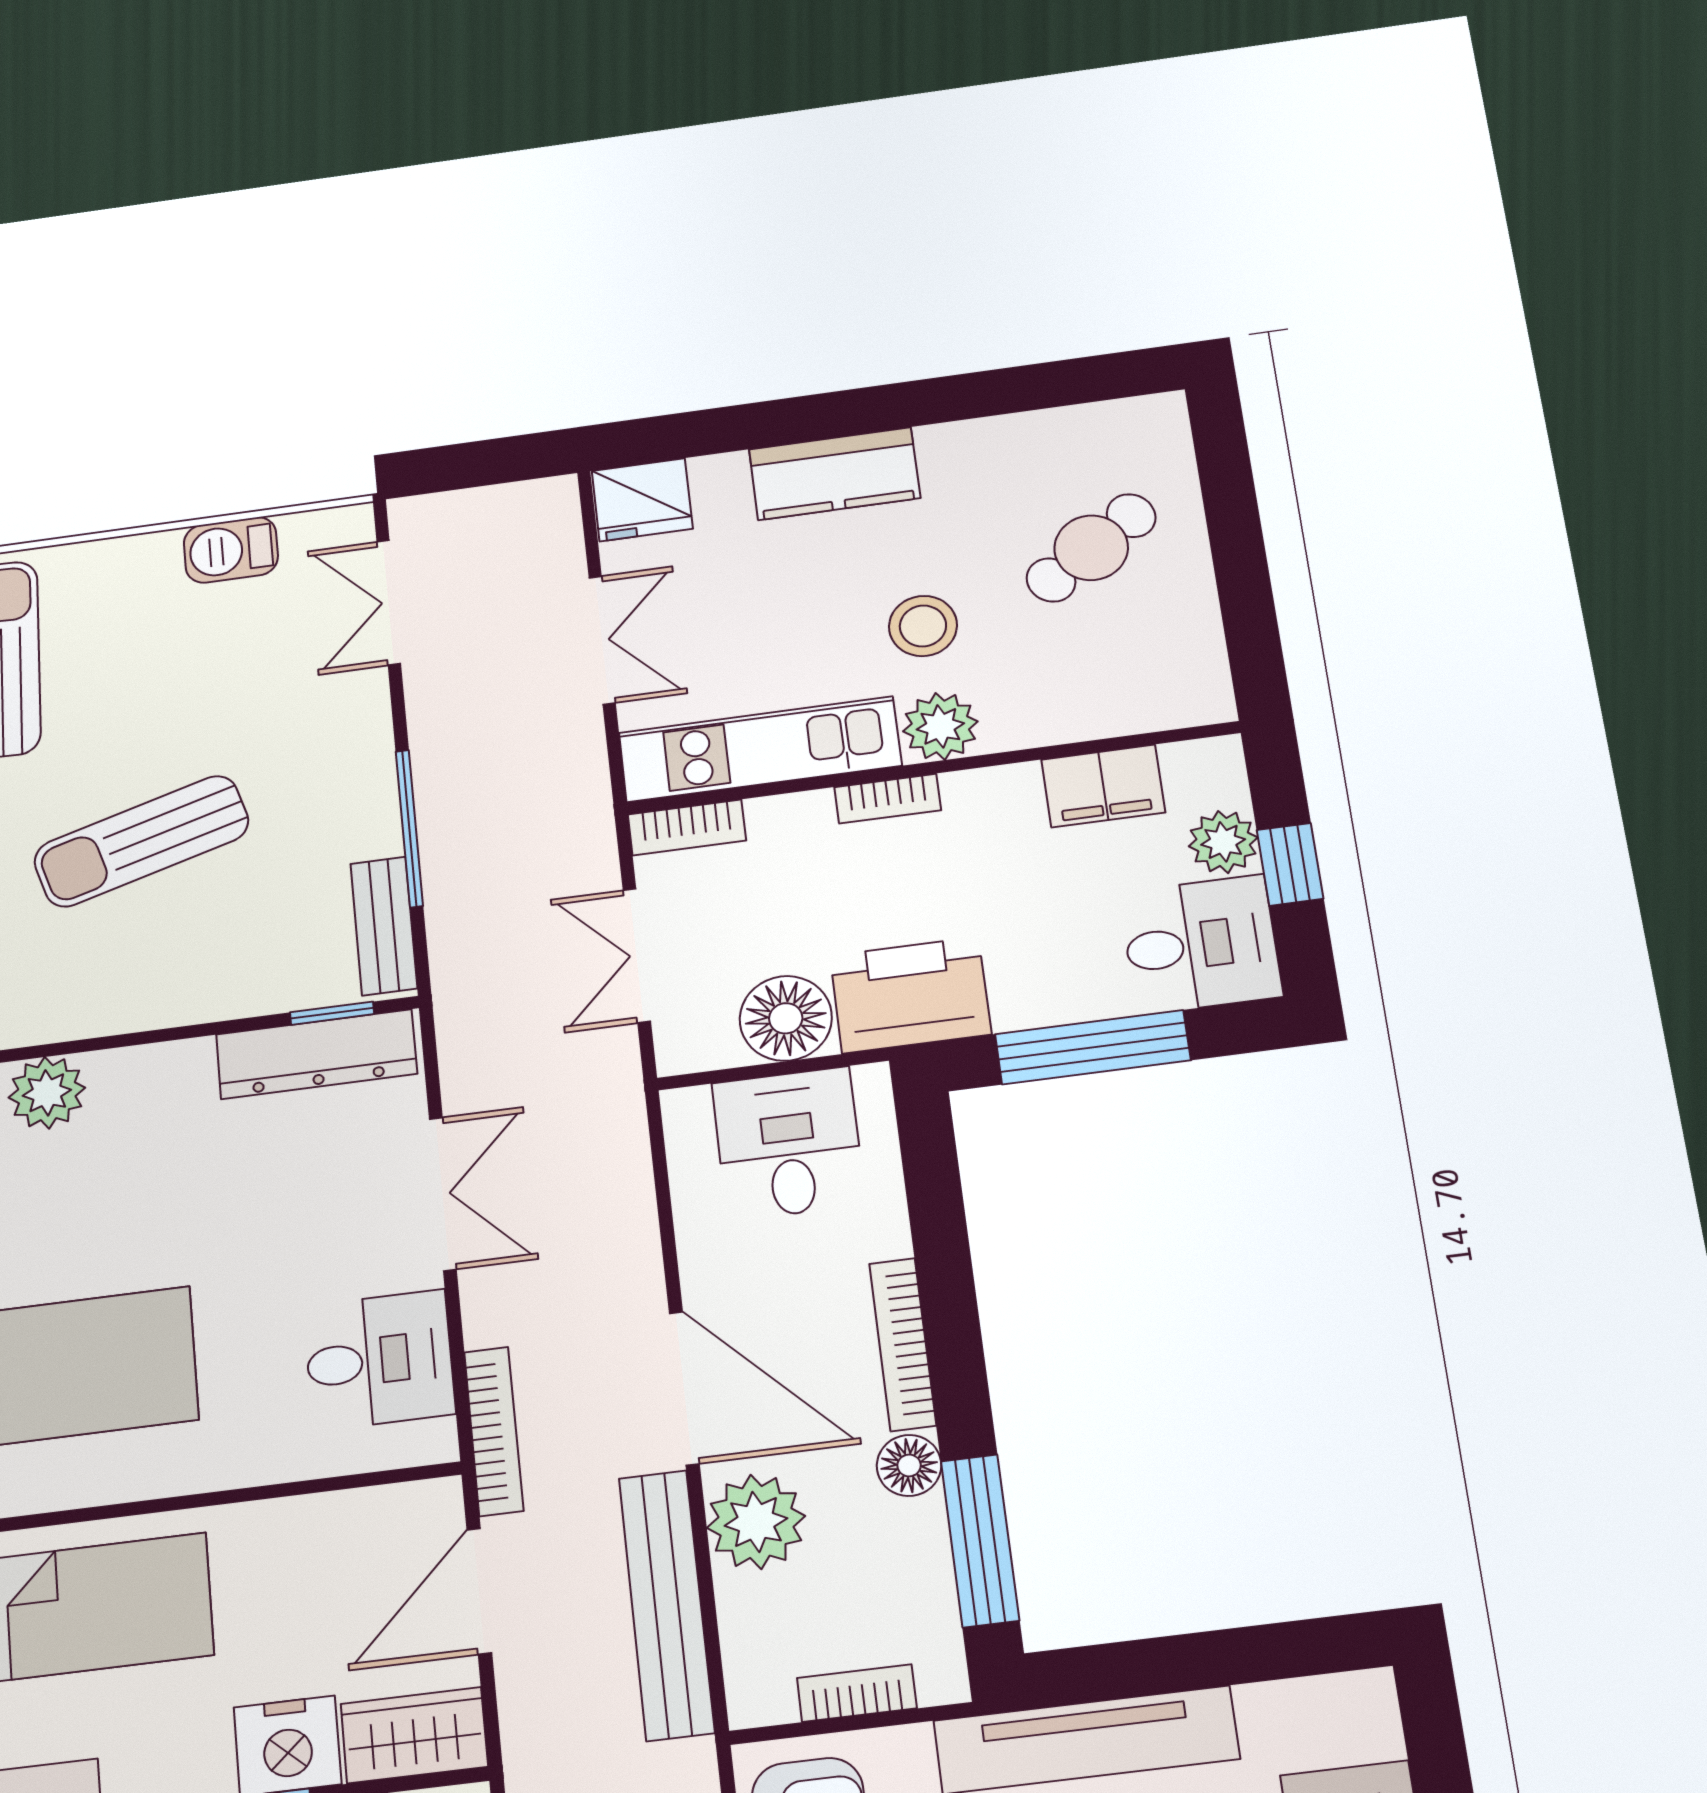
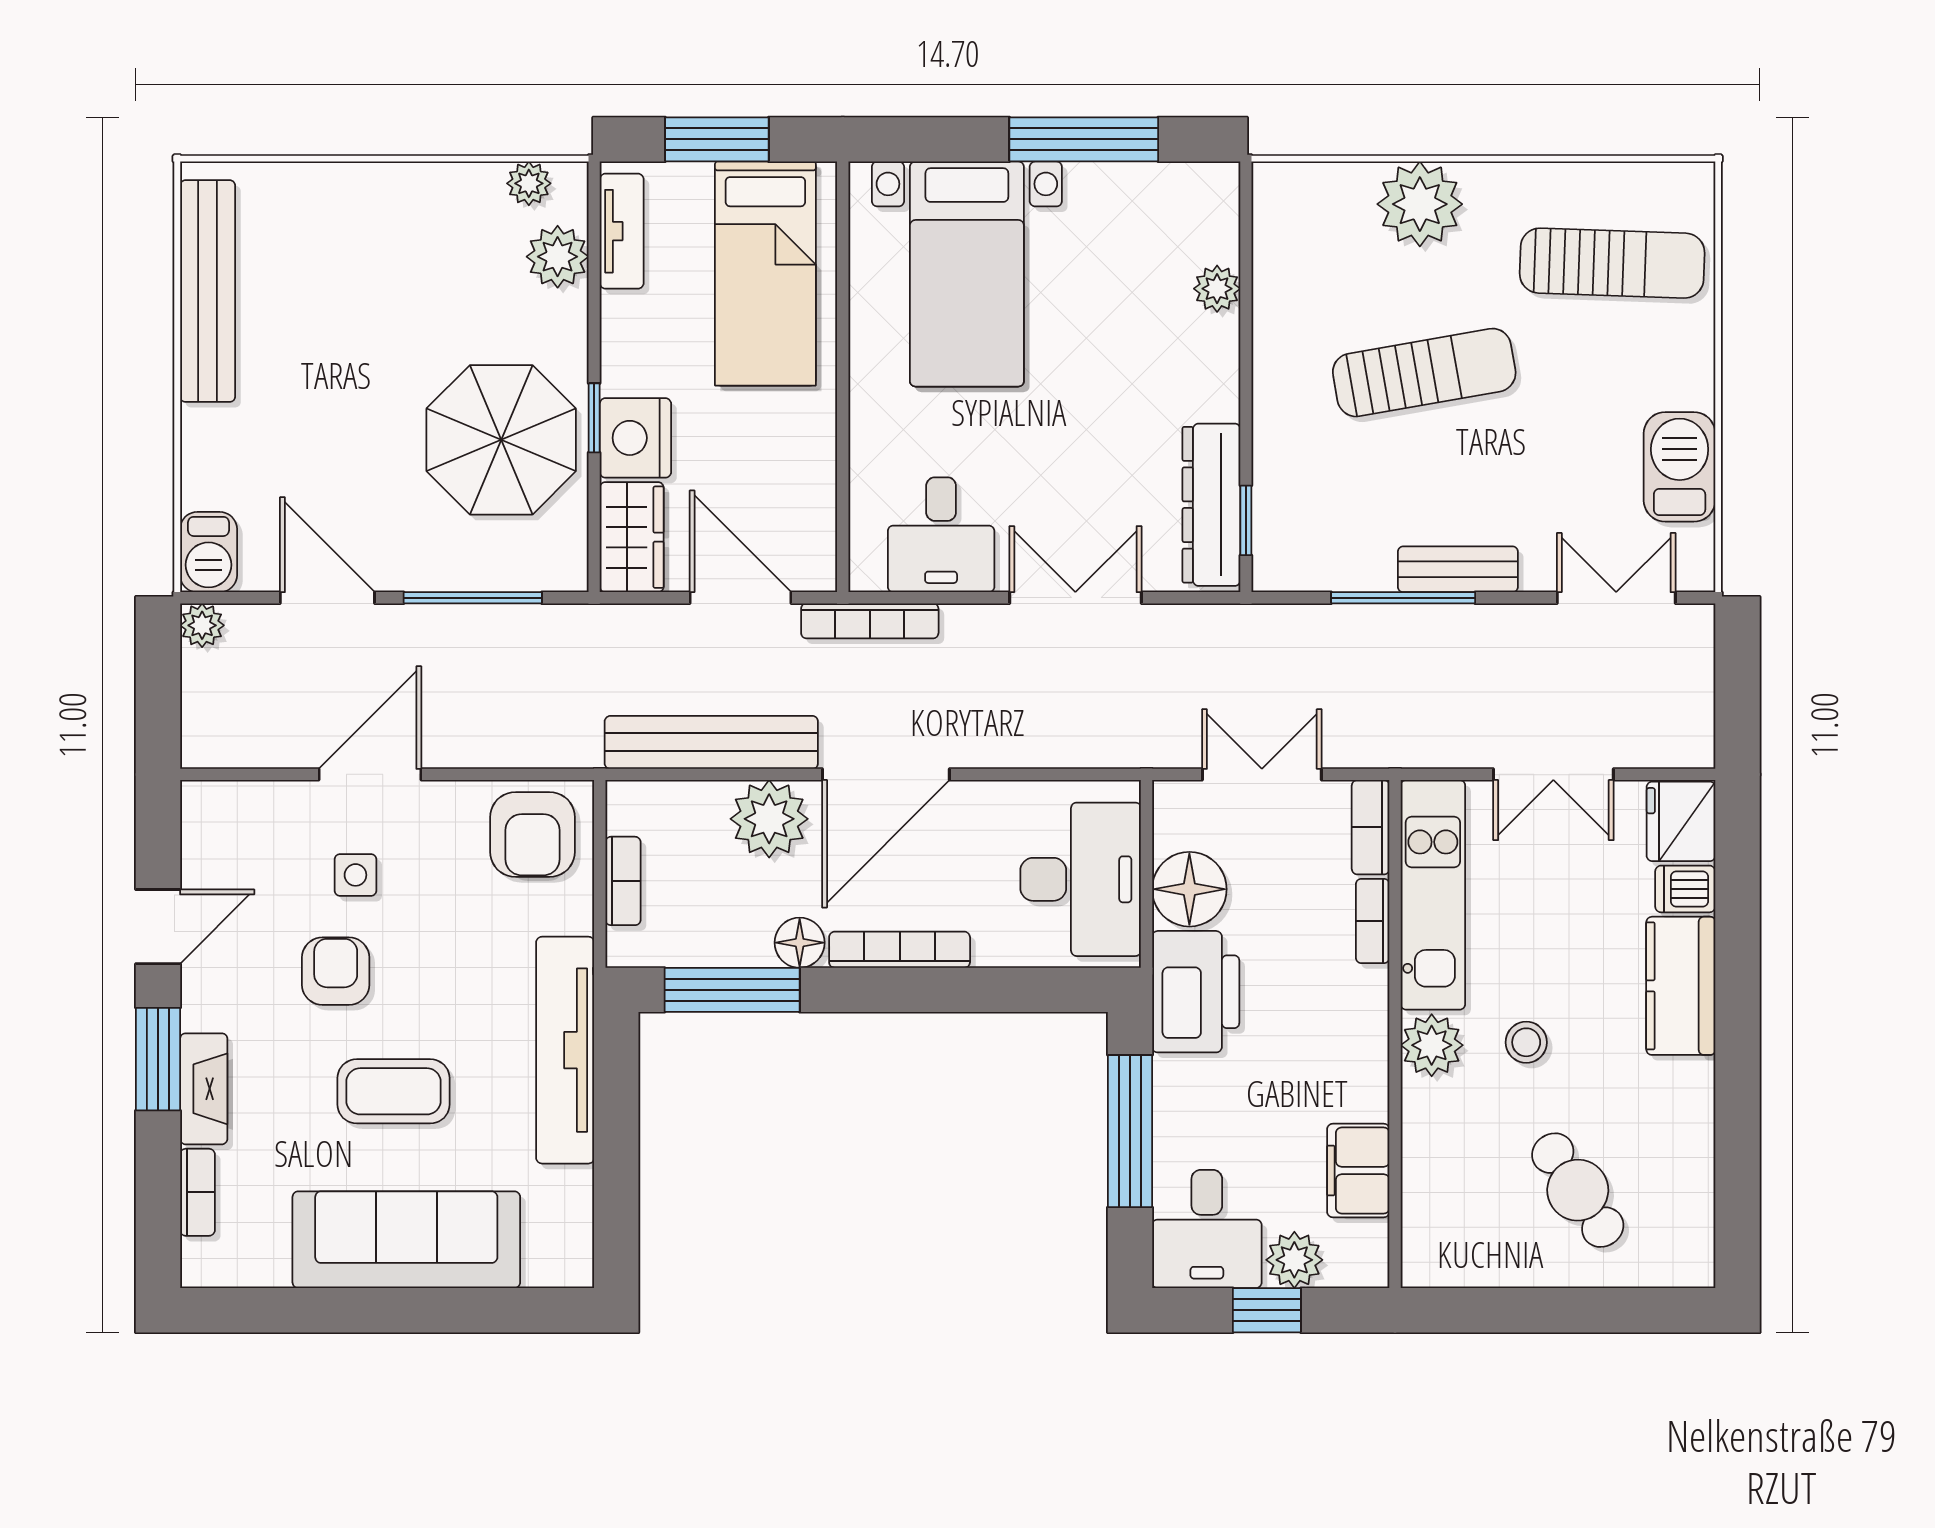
dishwasher: (721, 485) -> (1685, 889), added
barbecue: (231, 550) -> (1680, 467), width x1.38, depth x1.27
stool: (923, 626) -> (1526, 1042), width x0.73, depth x0.73
bookcase: (888, 799) -> (1373, 921), moved
sun lounger: (141, 841) -> (1424, 373), turned 96
bench: (384, 926) -> (1458, 569), moved
plant: (47, 1093) -> (1217, 289), width x0.73, depth x0.73
desk: (788, 1144) -> (1081, 879), width x1.37
double door: (443, 1194) -> (1075, 598), swing flipped

